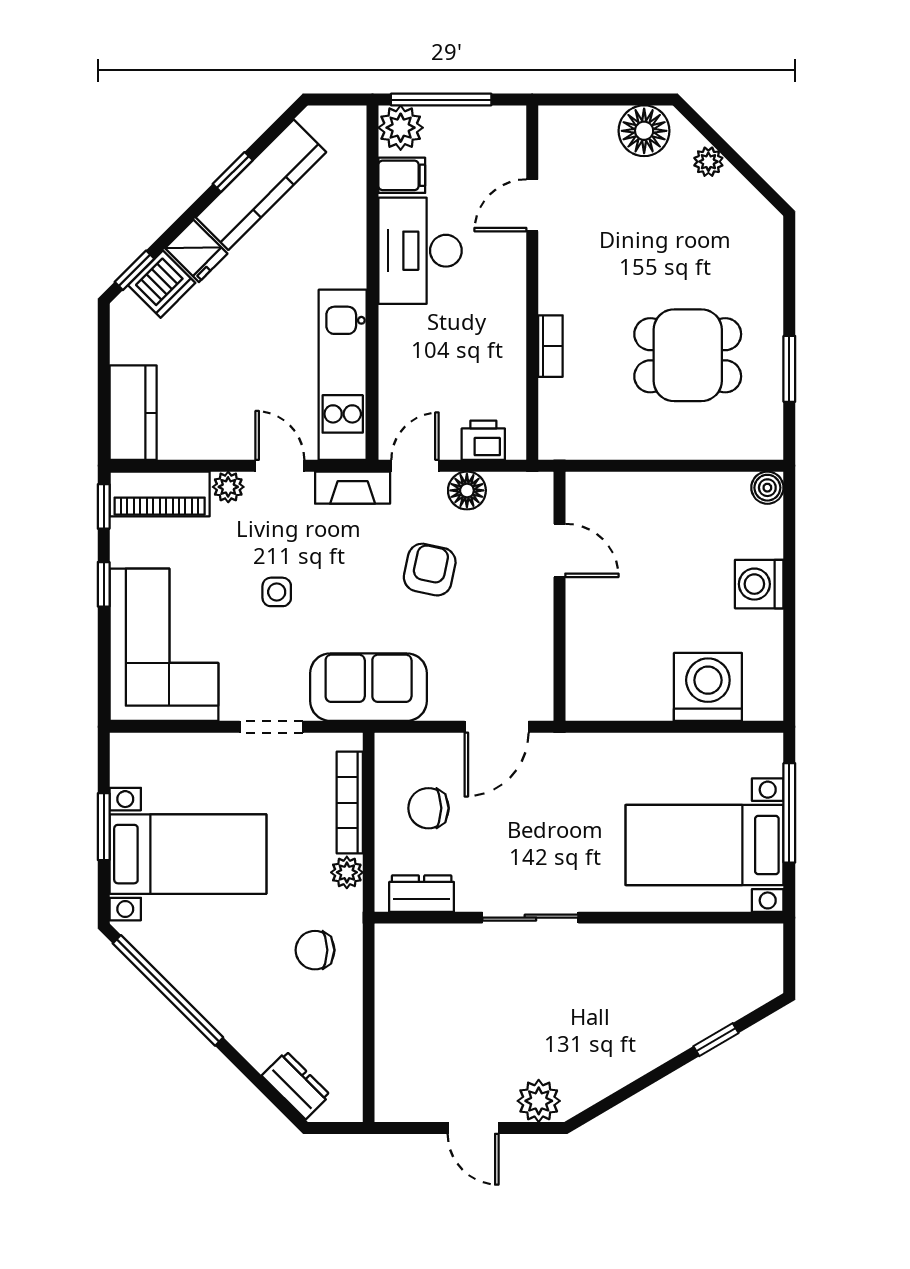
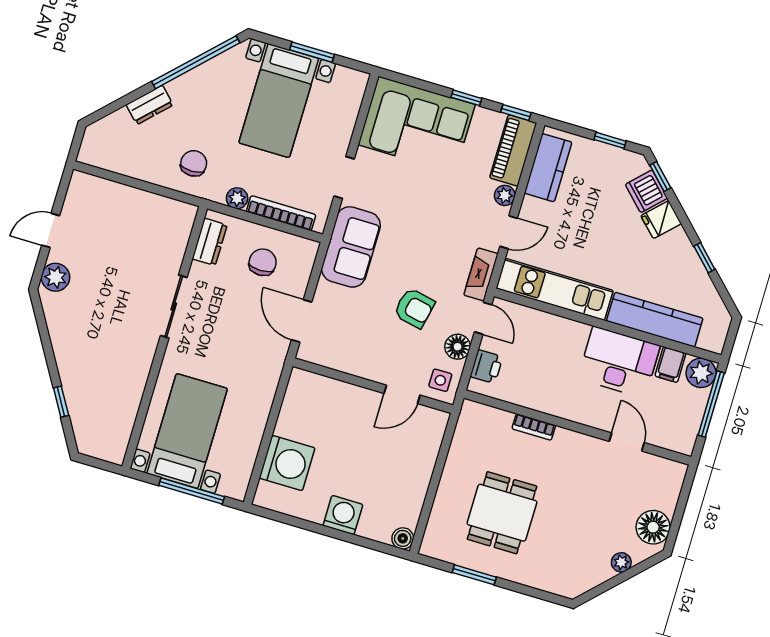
kitchen counter: (261, 185) -> (655, 320), moved, turned 135
window: (104, 359) -> (610, 140), added
kitchen counter: (133, 413) -> (548, 168), moved, turned -90
side table: (277, 592) -> (440, 380), moved
dresser: (296, 1085) -> (150, 105), moved

